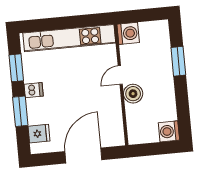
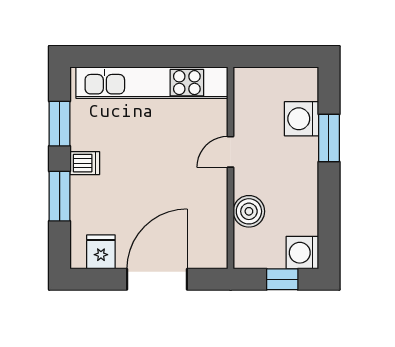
washing machine: (128, 33) -> (301, 119), moved, turned 180
boiler: (133, 94) -> (249, 211), moved
fridge: (39, 134) -> (101, 252), moved, turned -90
window: (158, 148) -> (282, 279), added

